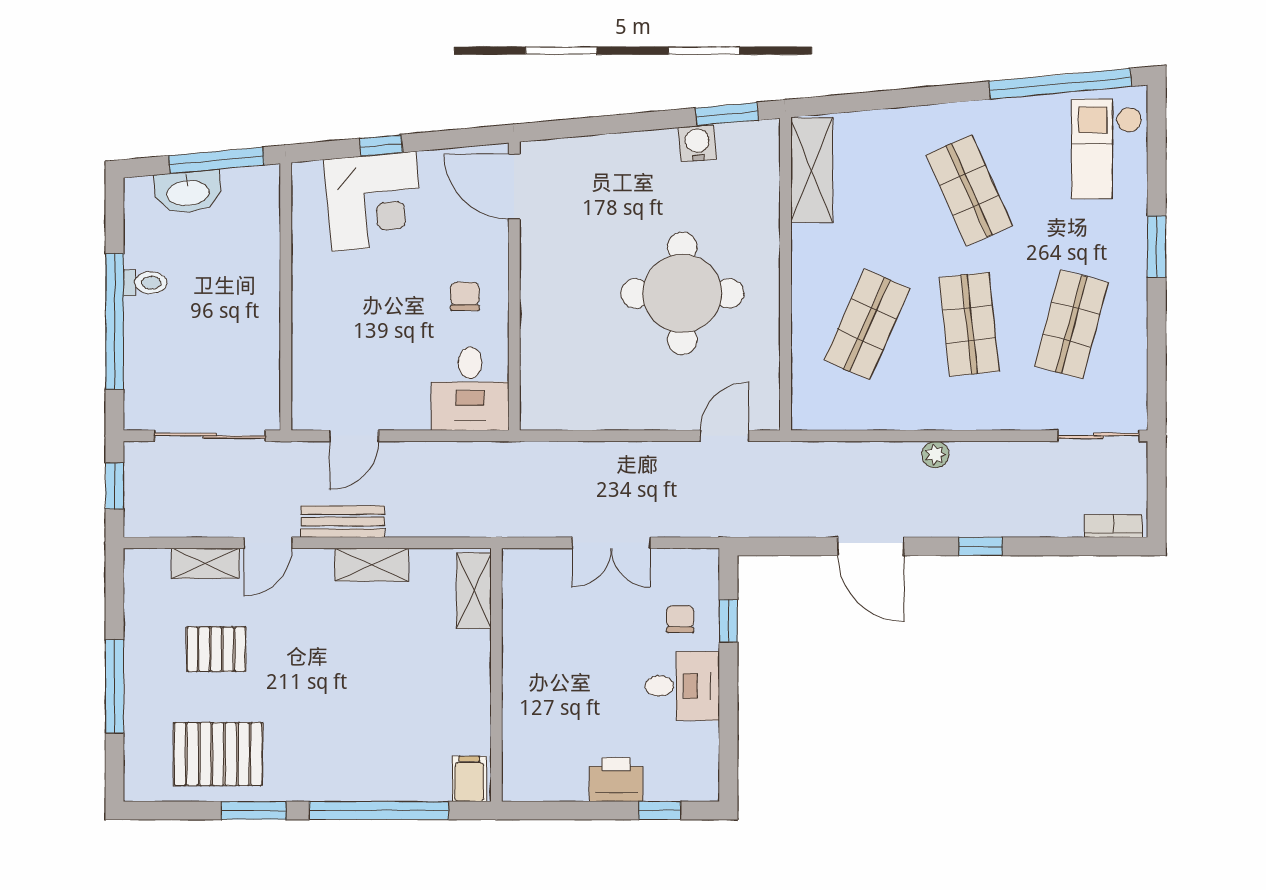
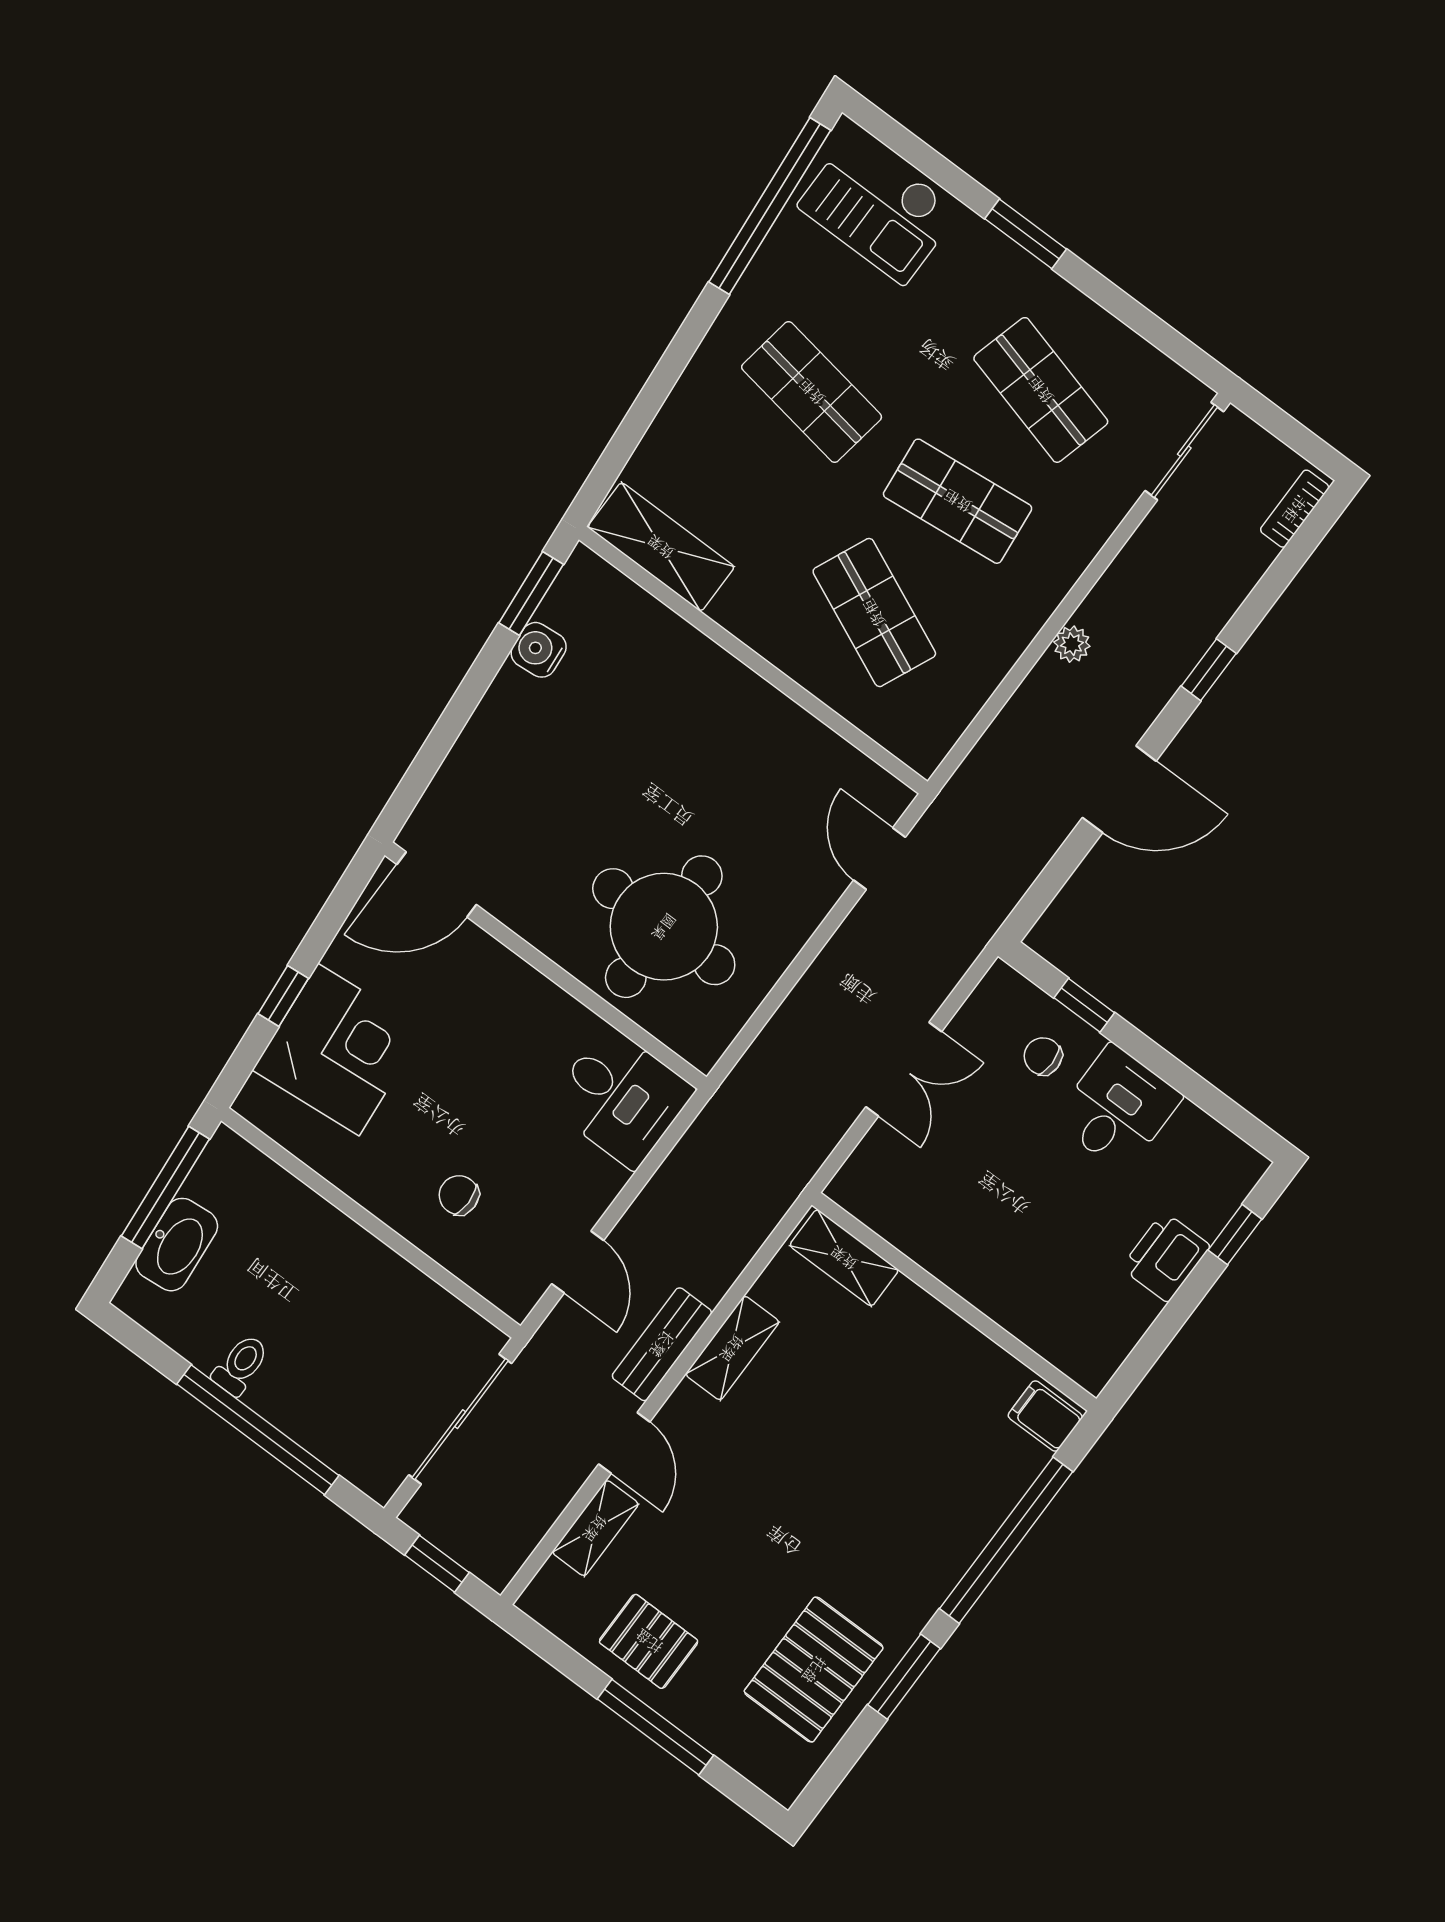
shop shelf: (969, 190) -> (812, 392), turned 33
round table: (682, 293) -> (664, 927), moved
chair: (465, 296) -> (459, 1195), moved
pallet: (216, 649) -> (649, 1641), moved, turned 90

